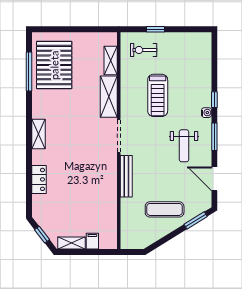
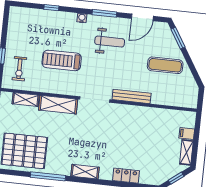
window: (29, 71) -> (48, 176), moved
treadmill: (158, 95) -> (62, 60), turned 180
window: (214, 100) -> (51, 8), moved
exercise mat: (165, 209) -> (165, 65), turned 90

